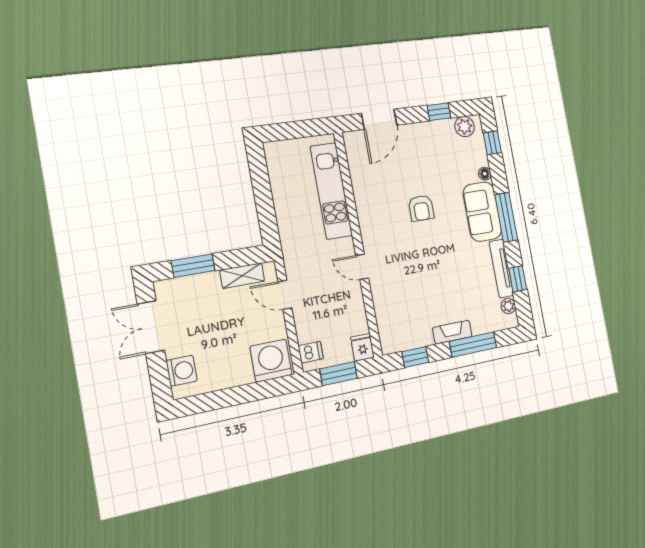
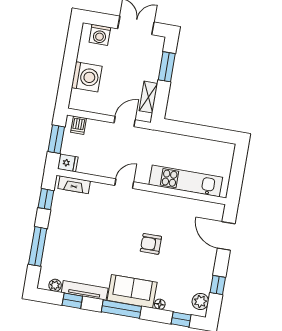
fireplace: (452, 332) -> (74, 185), moved, turned 90
washing machine: (271, 361) -> (87, 77), moved

